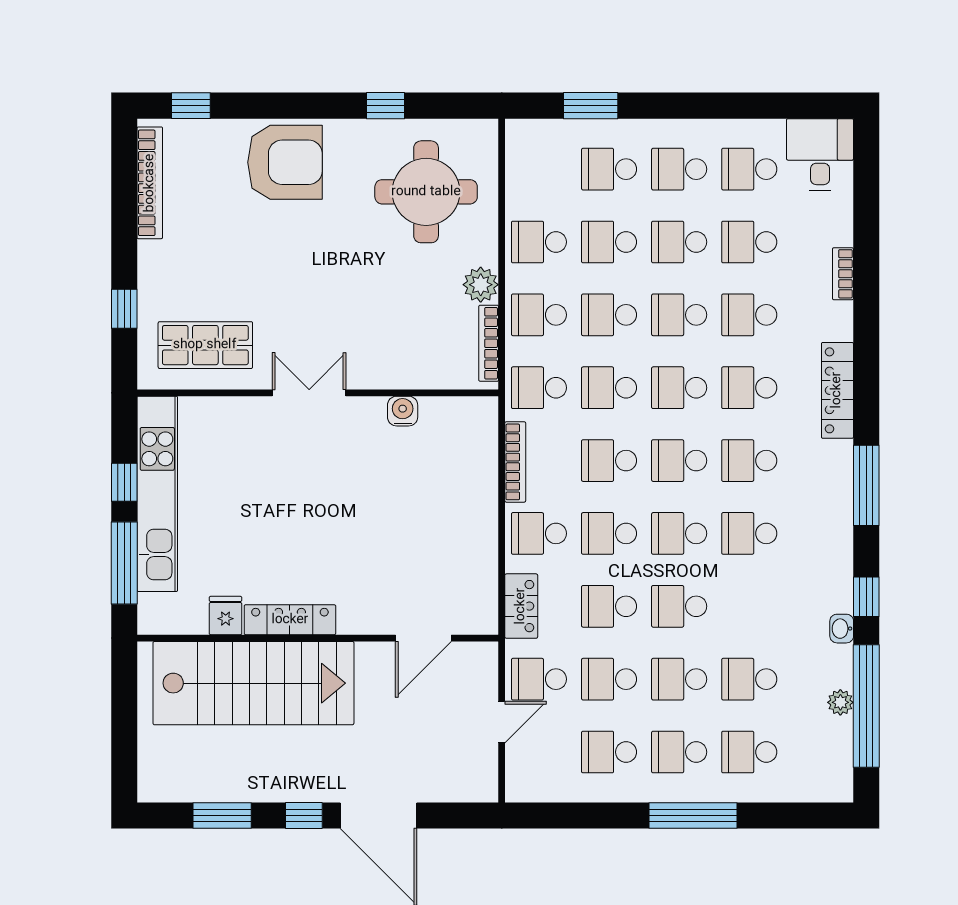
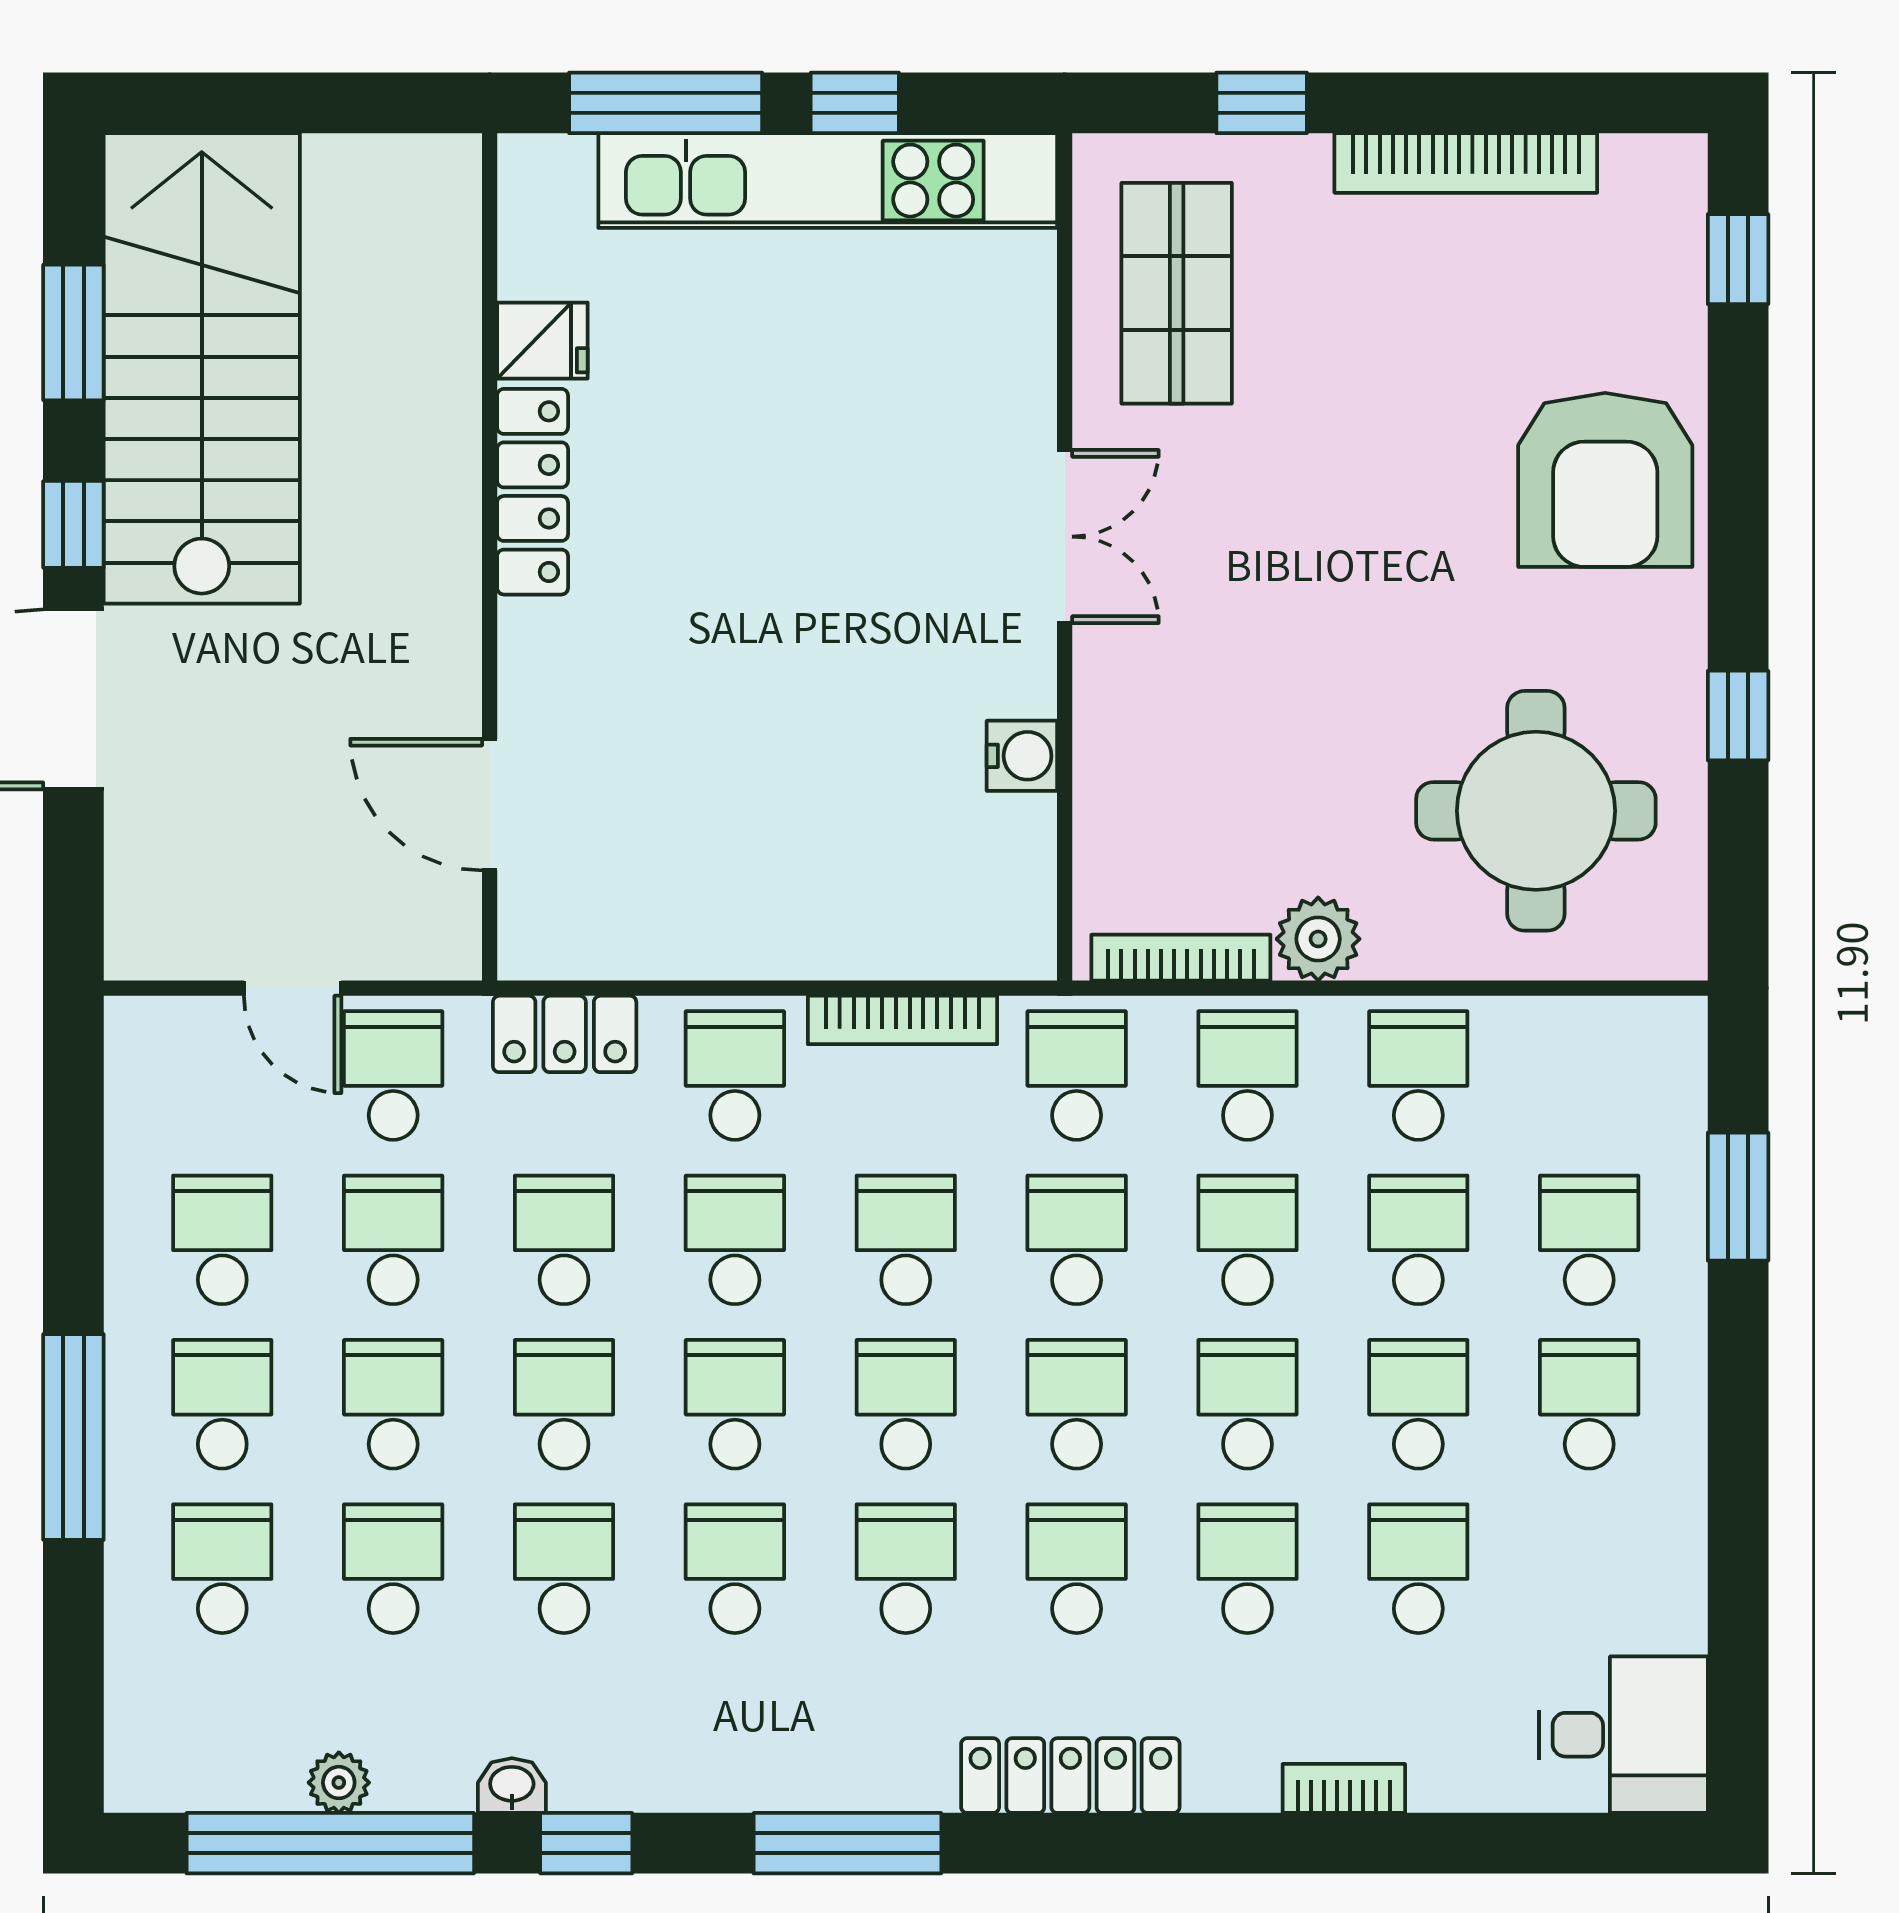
school desk: (749, 169) -> (564, 1569), moved
bookcase: (150, 183) -> (1466, 163), moved
stairs: (253, 683) -> (202, 368), moved, turned 180

